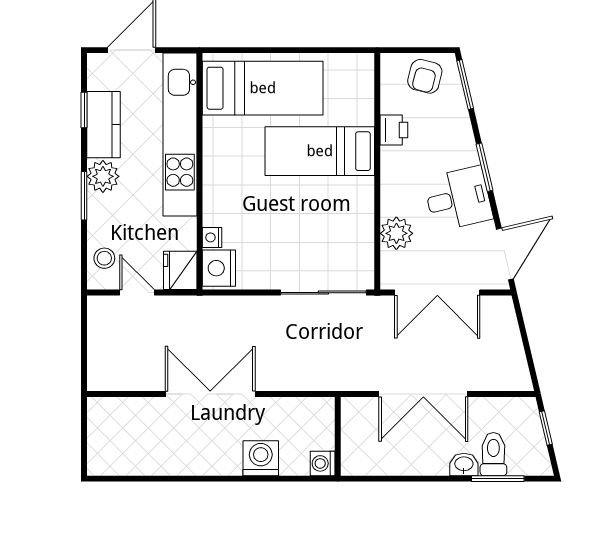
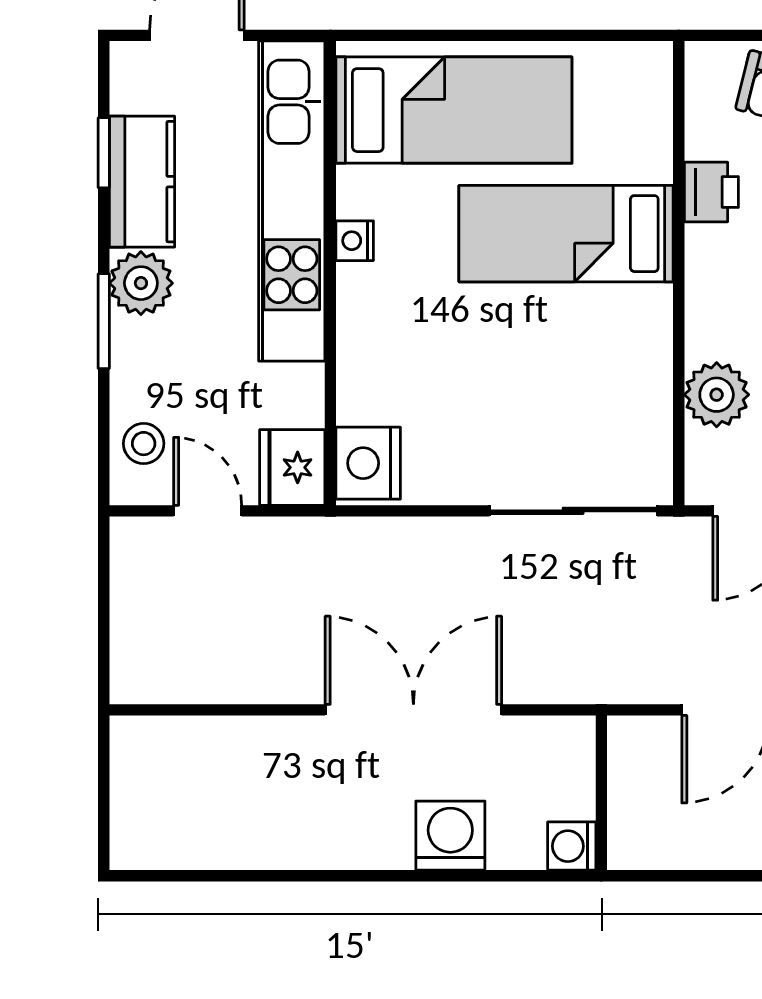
nightstand: (212, 237) -> (355, 241), moved
double door: (210, 394) -> (413, 710), moved

